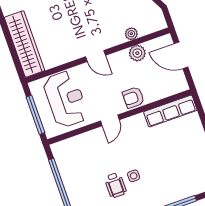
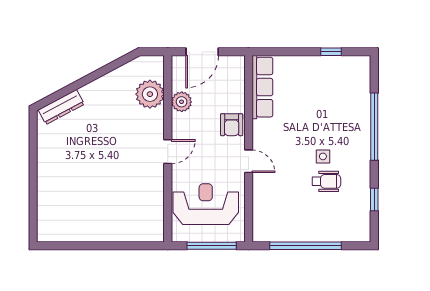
plant: (131, 34) -> (150, 94), width x1.88, depth x1.88
wardrobe: (25, 44) -> (125, 229), removed

